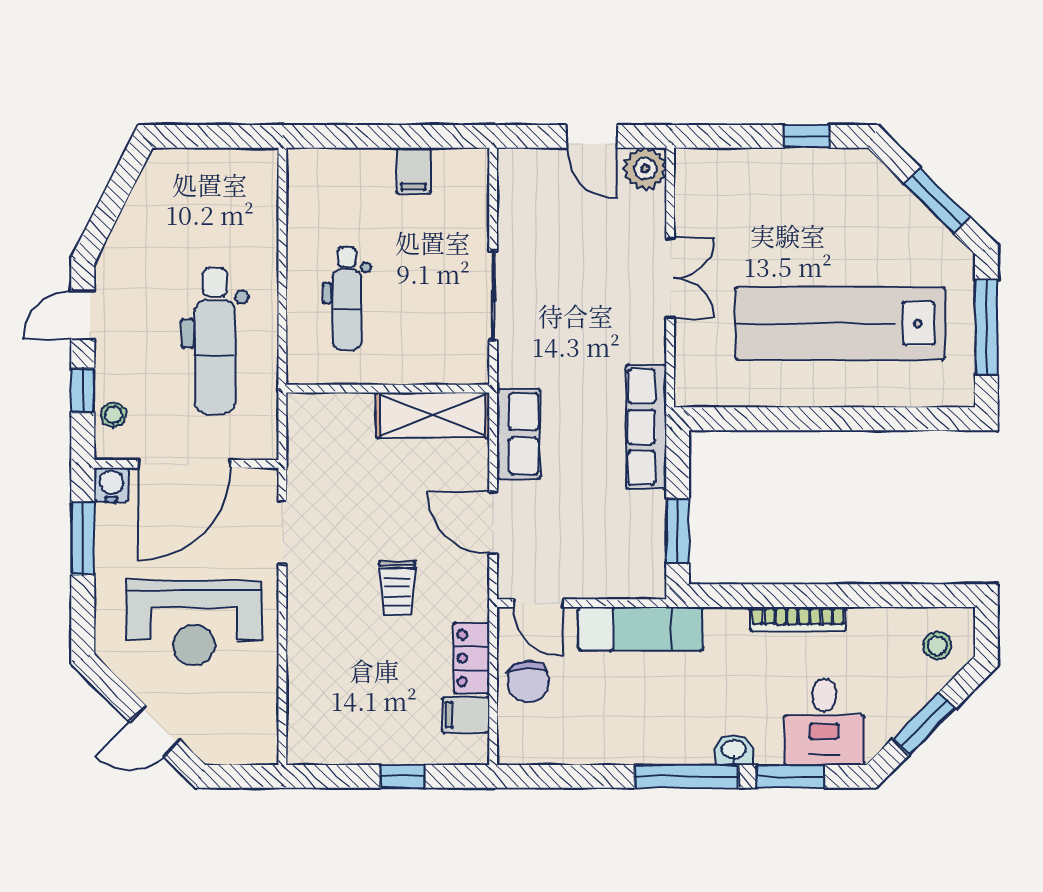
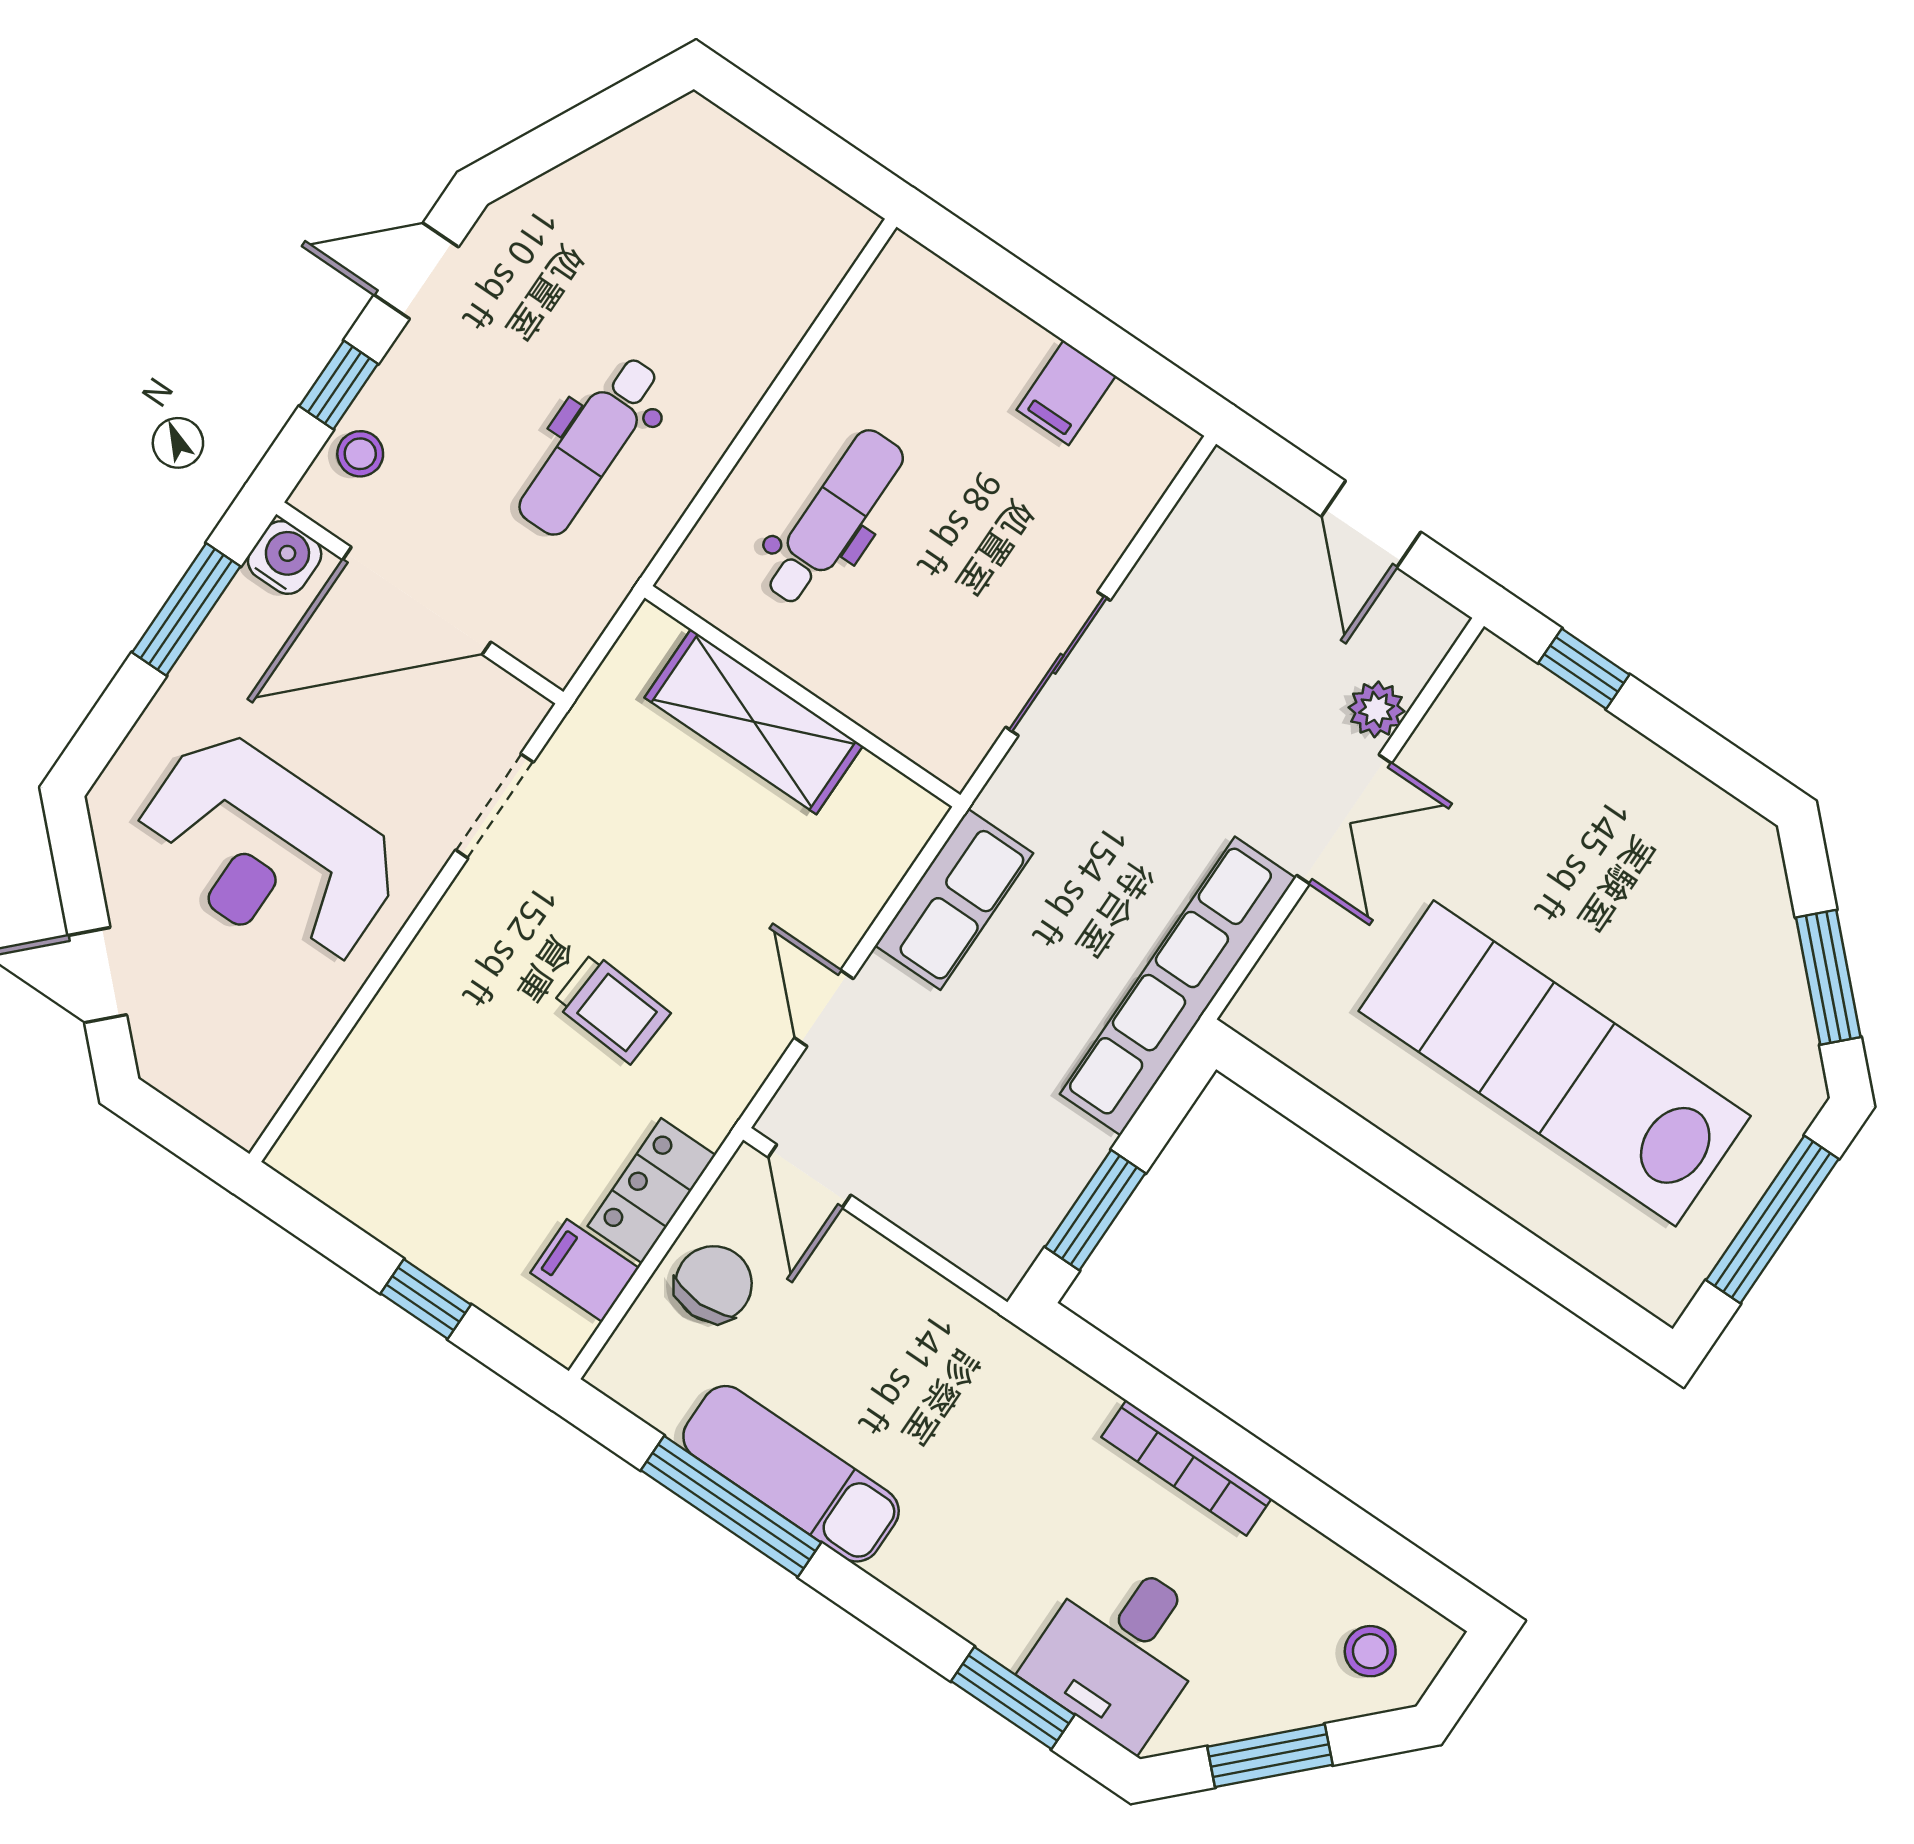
window: (807, 136) -> (1584, 669), moved
plant: (645, 169) -> (1376, 709), moved, width x0.73, depth x0.73
dental chair: (347, 298) -> (834, 517), turned 180
dental chair: (215, 341) -> (590, 446), width x0.73, depth x0.72
shelving: (433, 415) -> (754, 722), moved
row of seats: (646, 427) -> (1178, 986), width x1.36
door: (493, 523) -> (824, 1008), width x0.73
trolley: (397, 588) -> (612, 1008), turned -86
exam couch: (641, 629) -> (791, 1474), moved, turned 180
chair: (528, 681) -> (714, 1284), turned 180
washbasin: (734, 750) -> (955, 1600), removed
window: (686, 776) -> (731, 1506), moved

